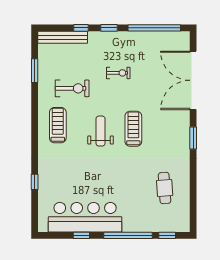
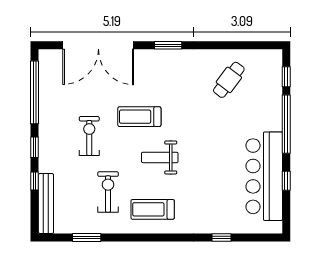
exercise bike: (118, 73) -> (89, 136), width x1.38, depth x1.39
treadmill: (133, 129) -> (139, 117), moved
cafe table: (165, 188) -> (229, 80), turned -49

